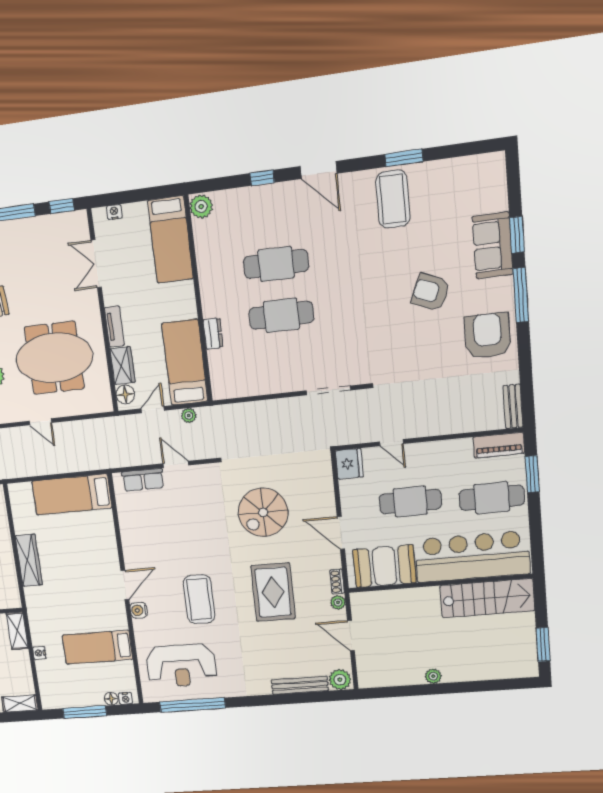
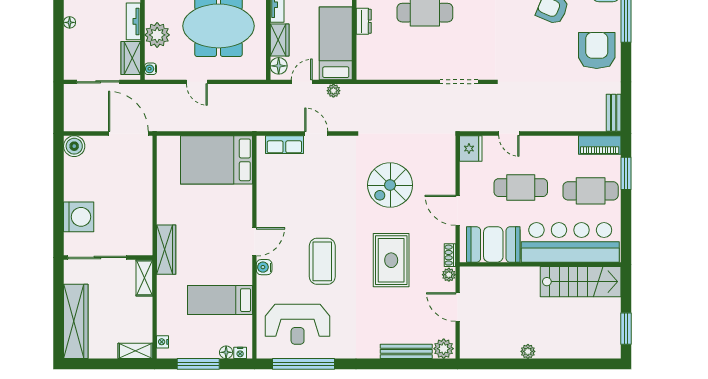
bed: (72, 495) -> (216, 160), width x1.50
wardrobe: (29, 560) -> (166, 250), moved
nightstand: (39, 653) -> (163, 342), moved

